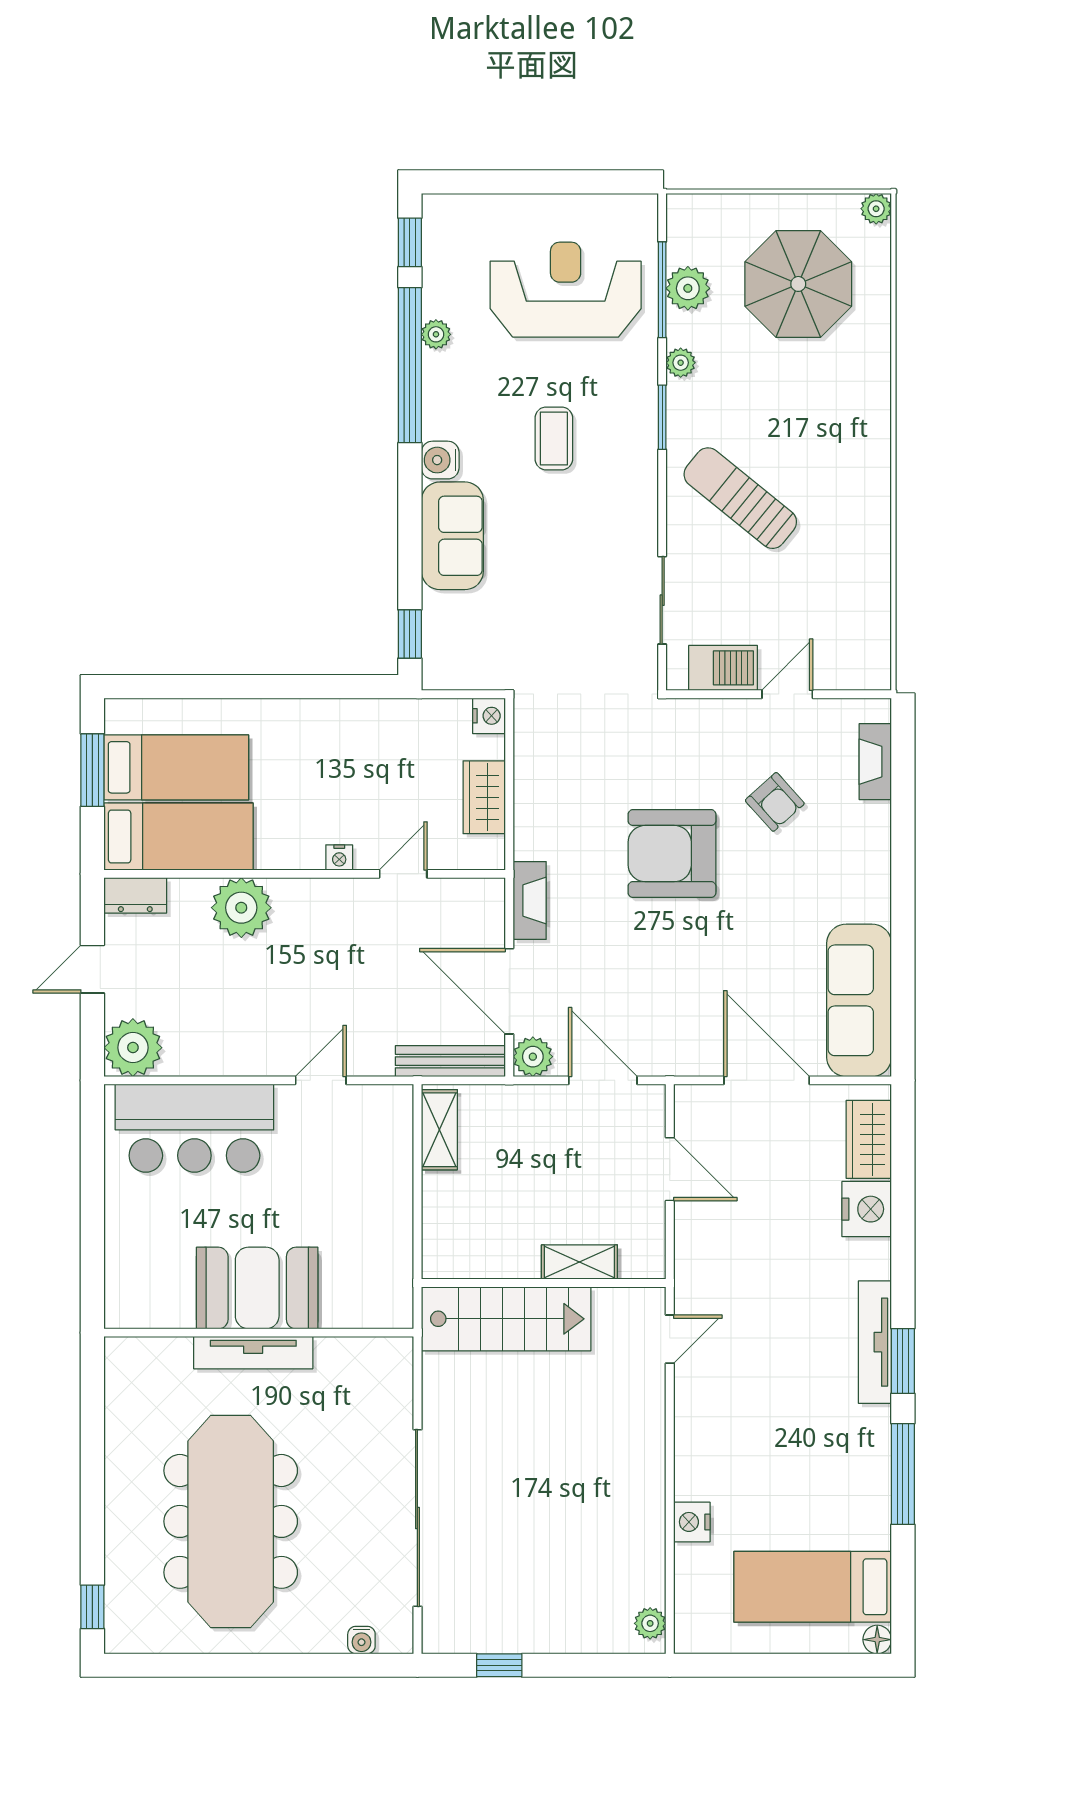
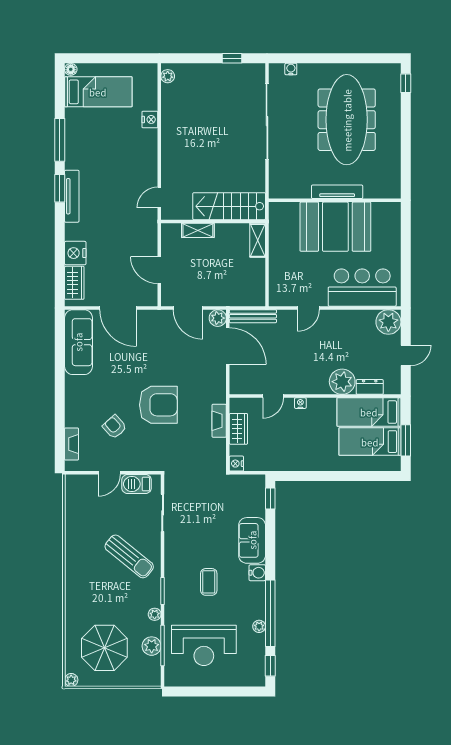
dresser: (135, 895) -> (370, 387), moved
fireplace: (530, 900) -> (219, 421), moved
shelving: (439, 1130) -> (258, 240), moved
booth: (257, 1288) -> (335, 227), width x1.36, depth x1.42

